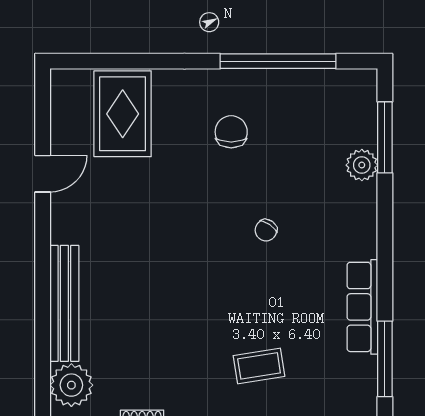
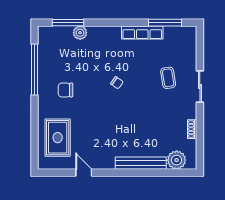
rug: (123, 114) -> (58, 138), turned 90
chair: (266, 230) -> (117, 83), moved

